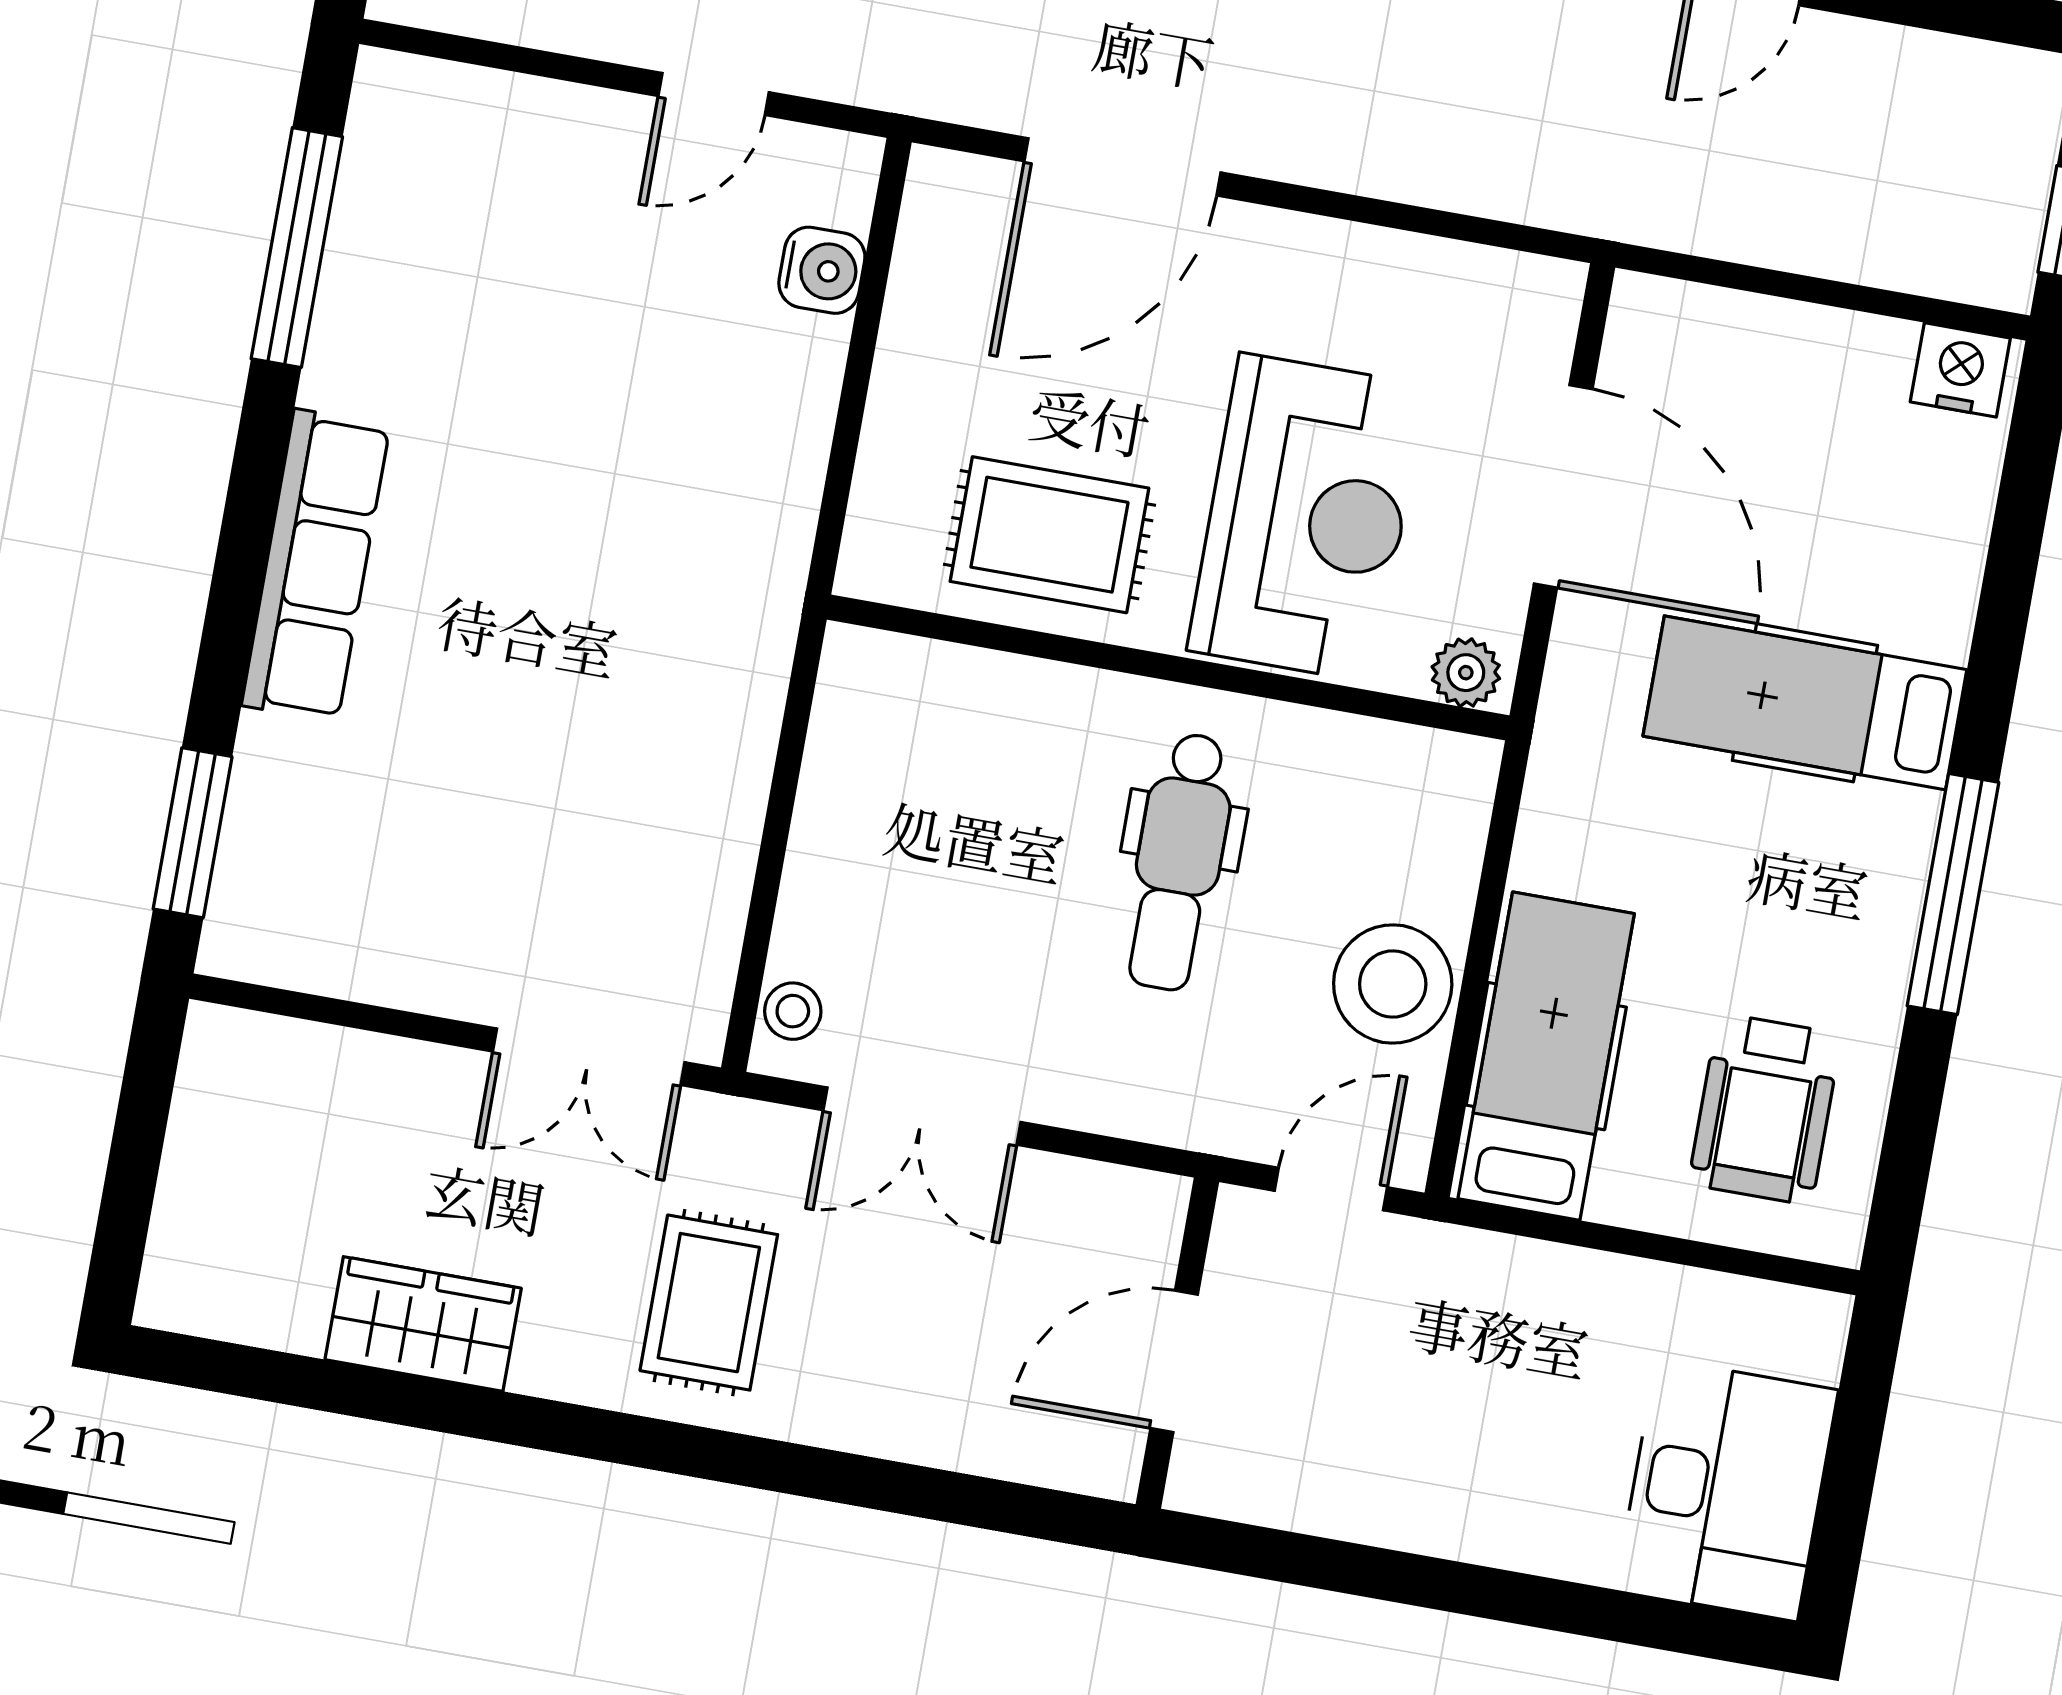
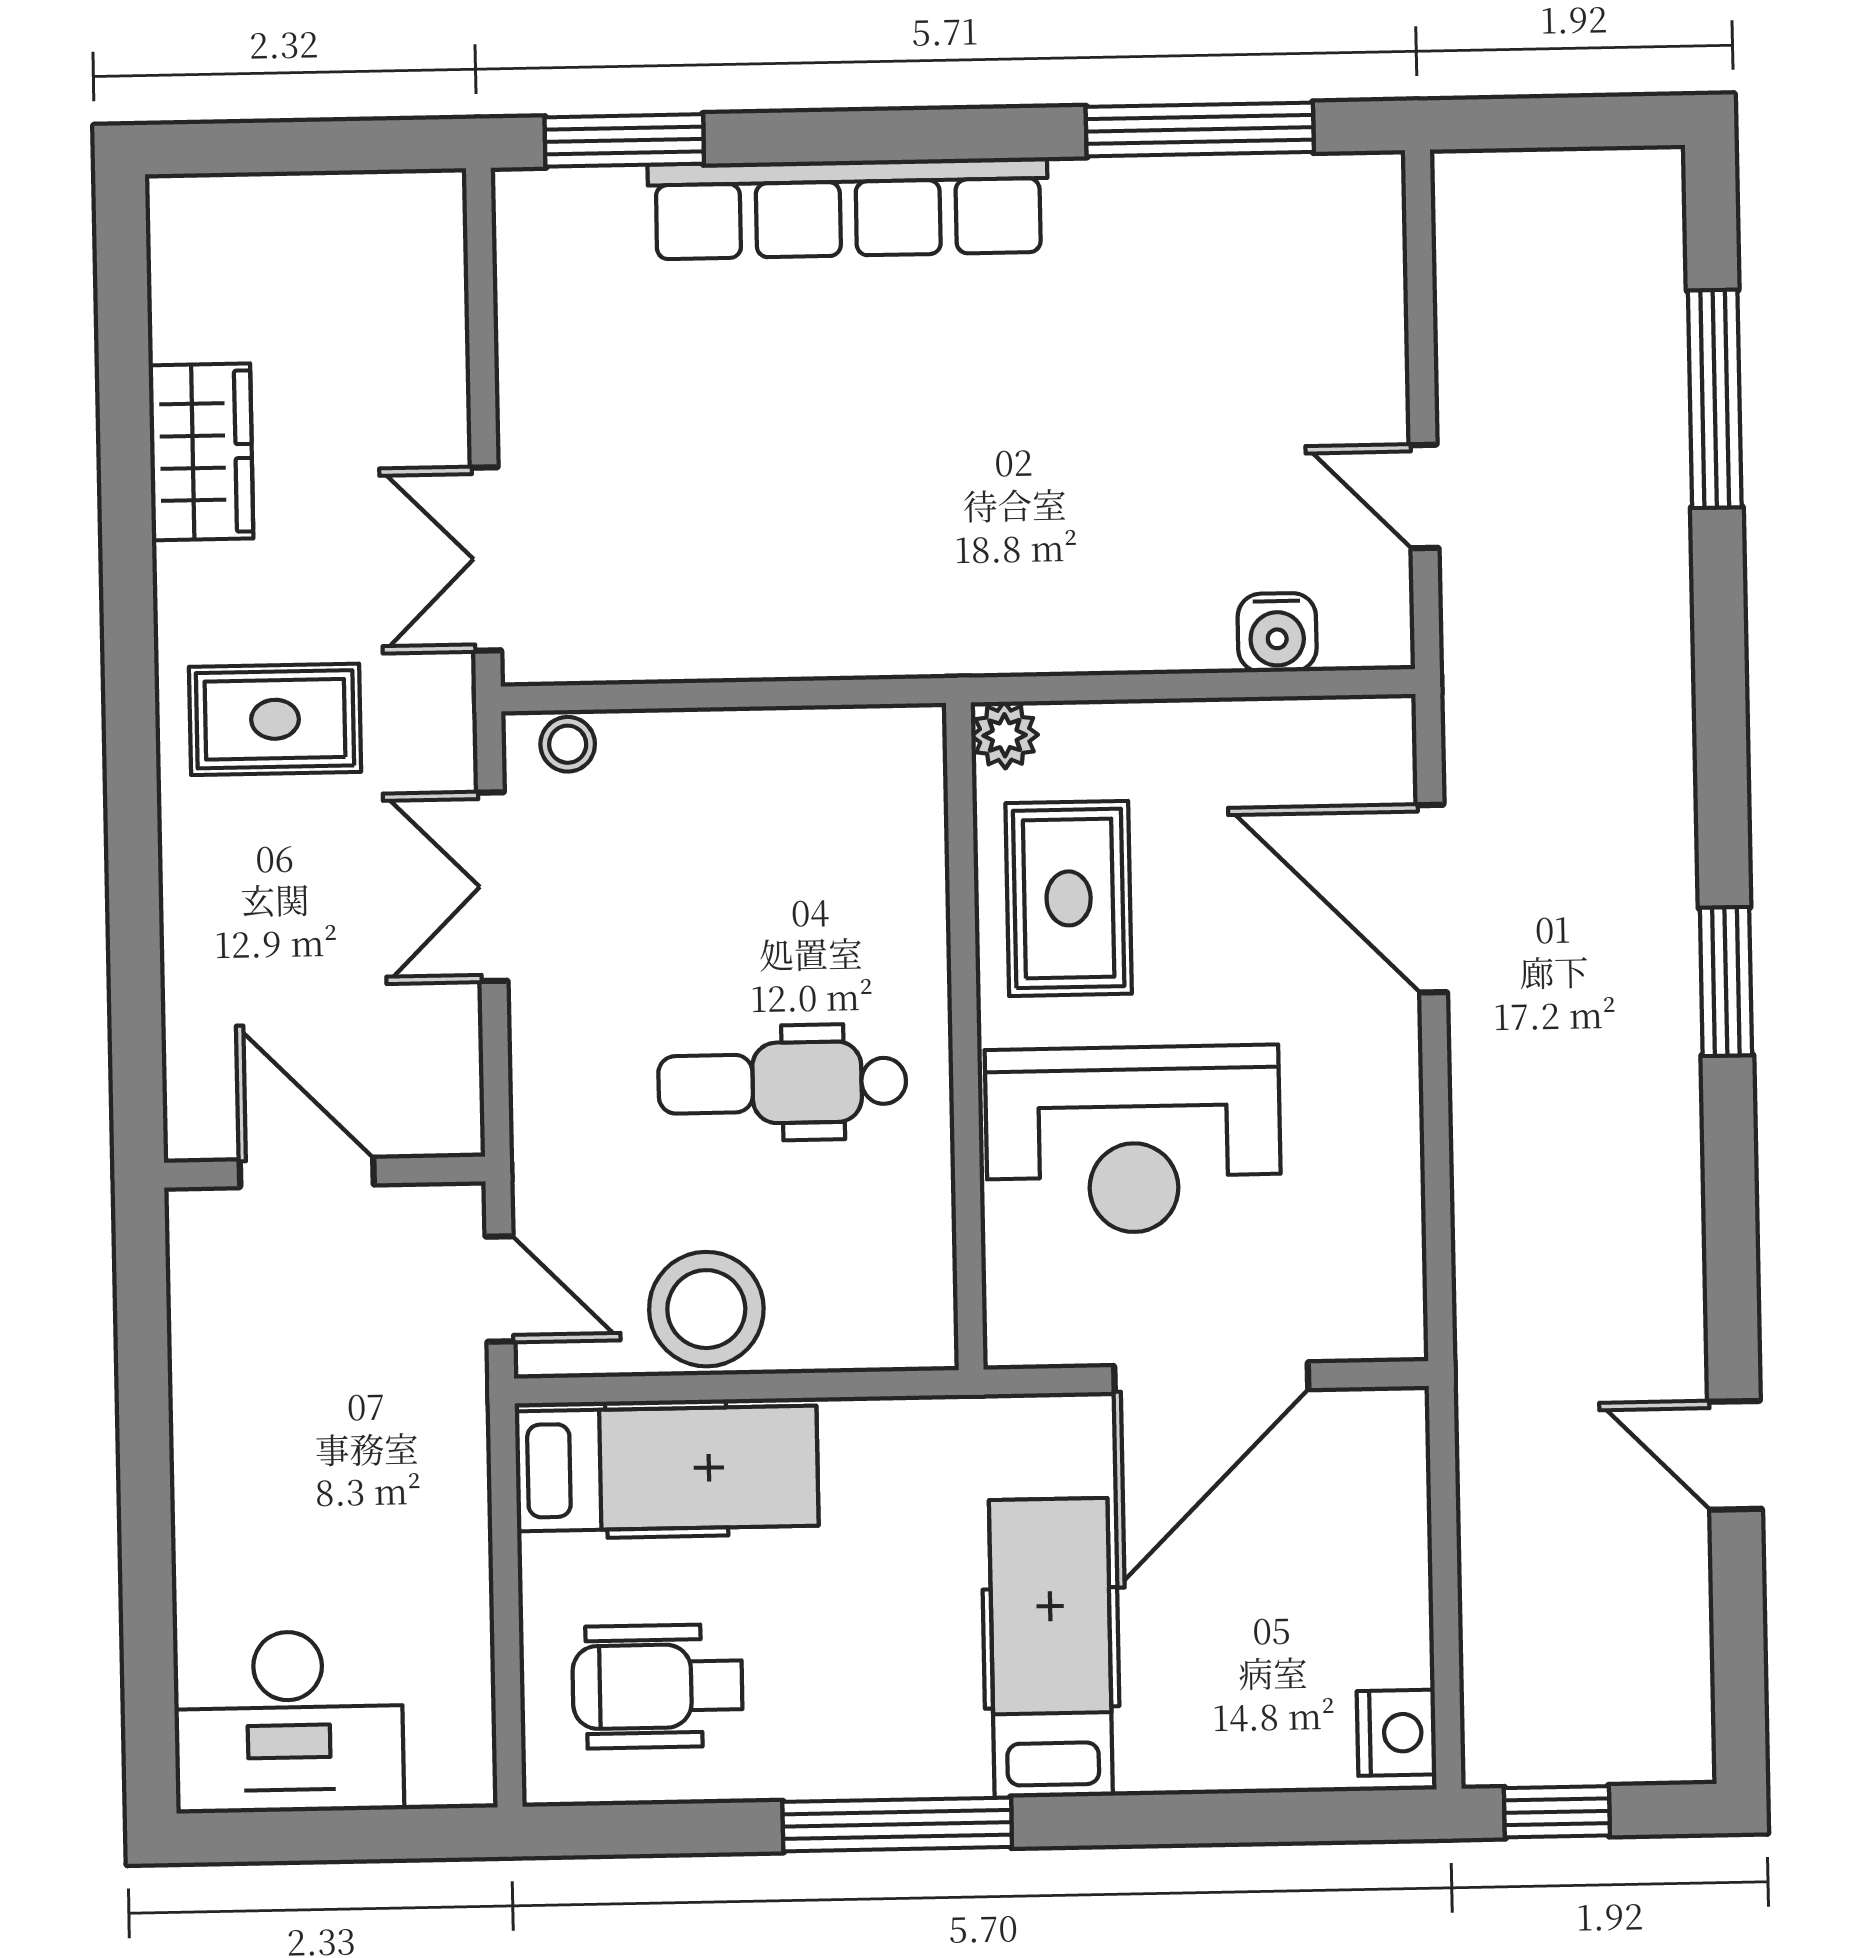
row of seats: (316, 565) -> (848, 208), width x1.36
plant: (1466, 673) -> (1005, 735), moved

